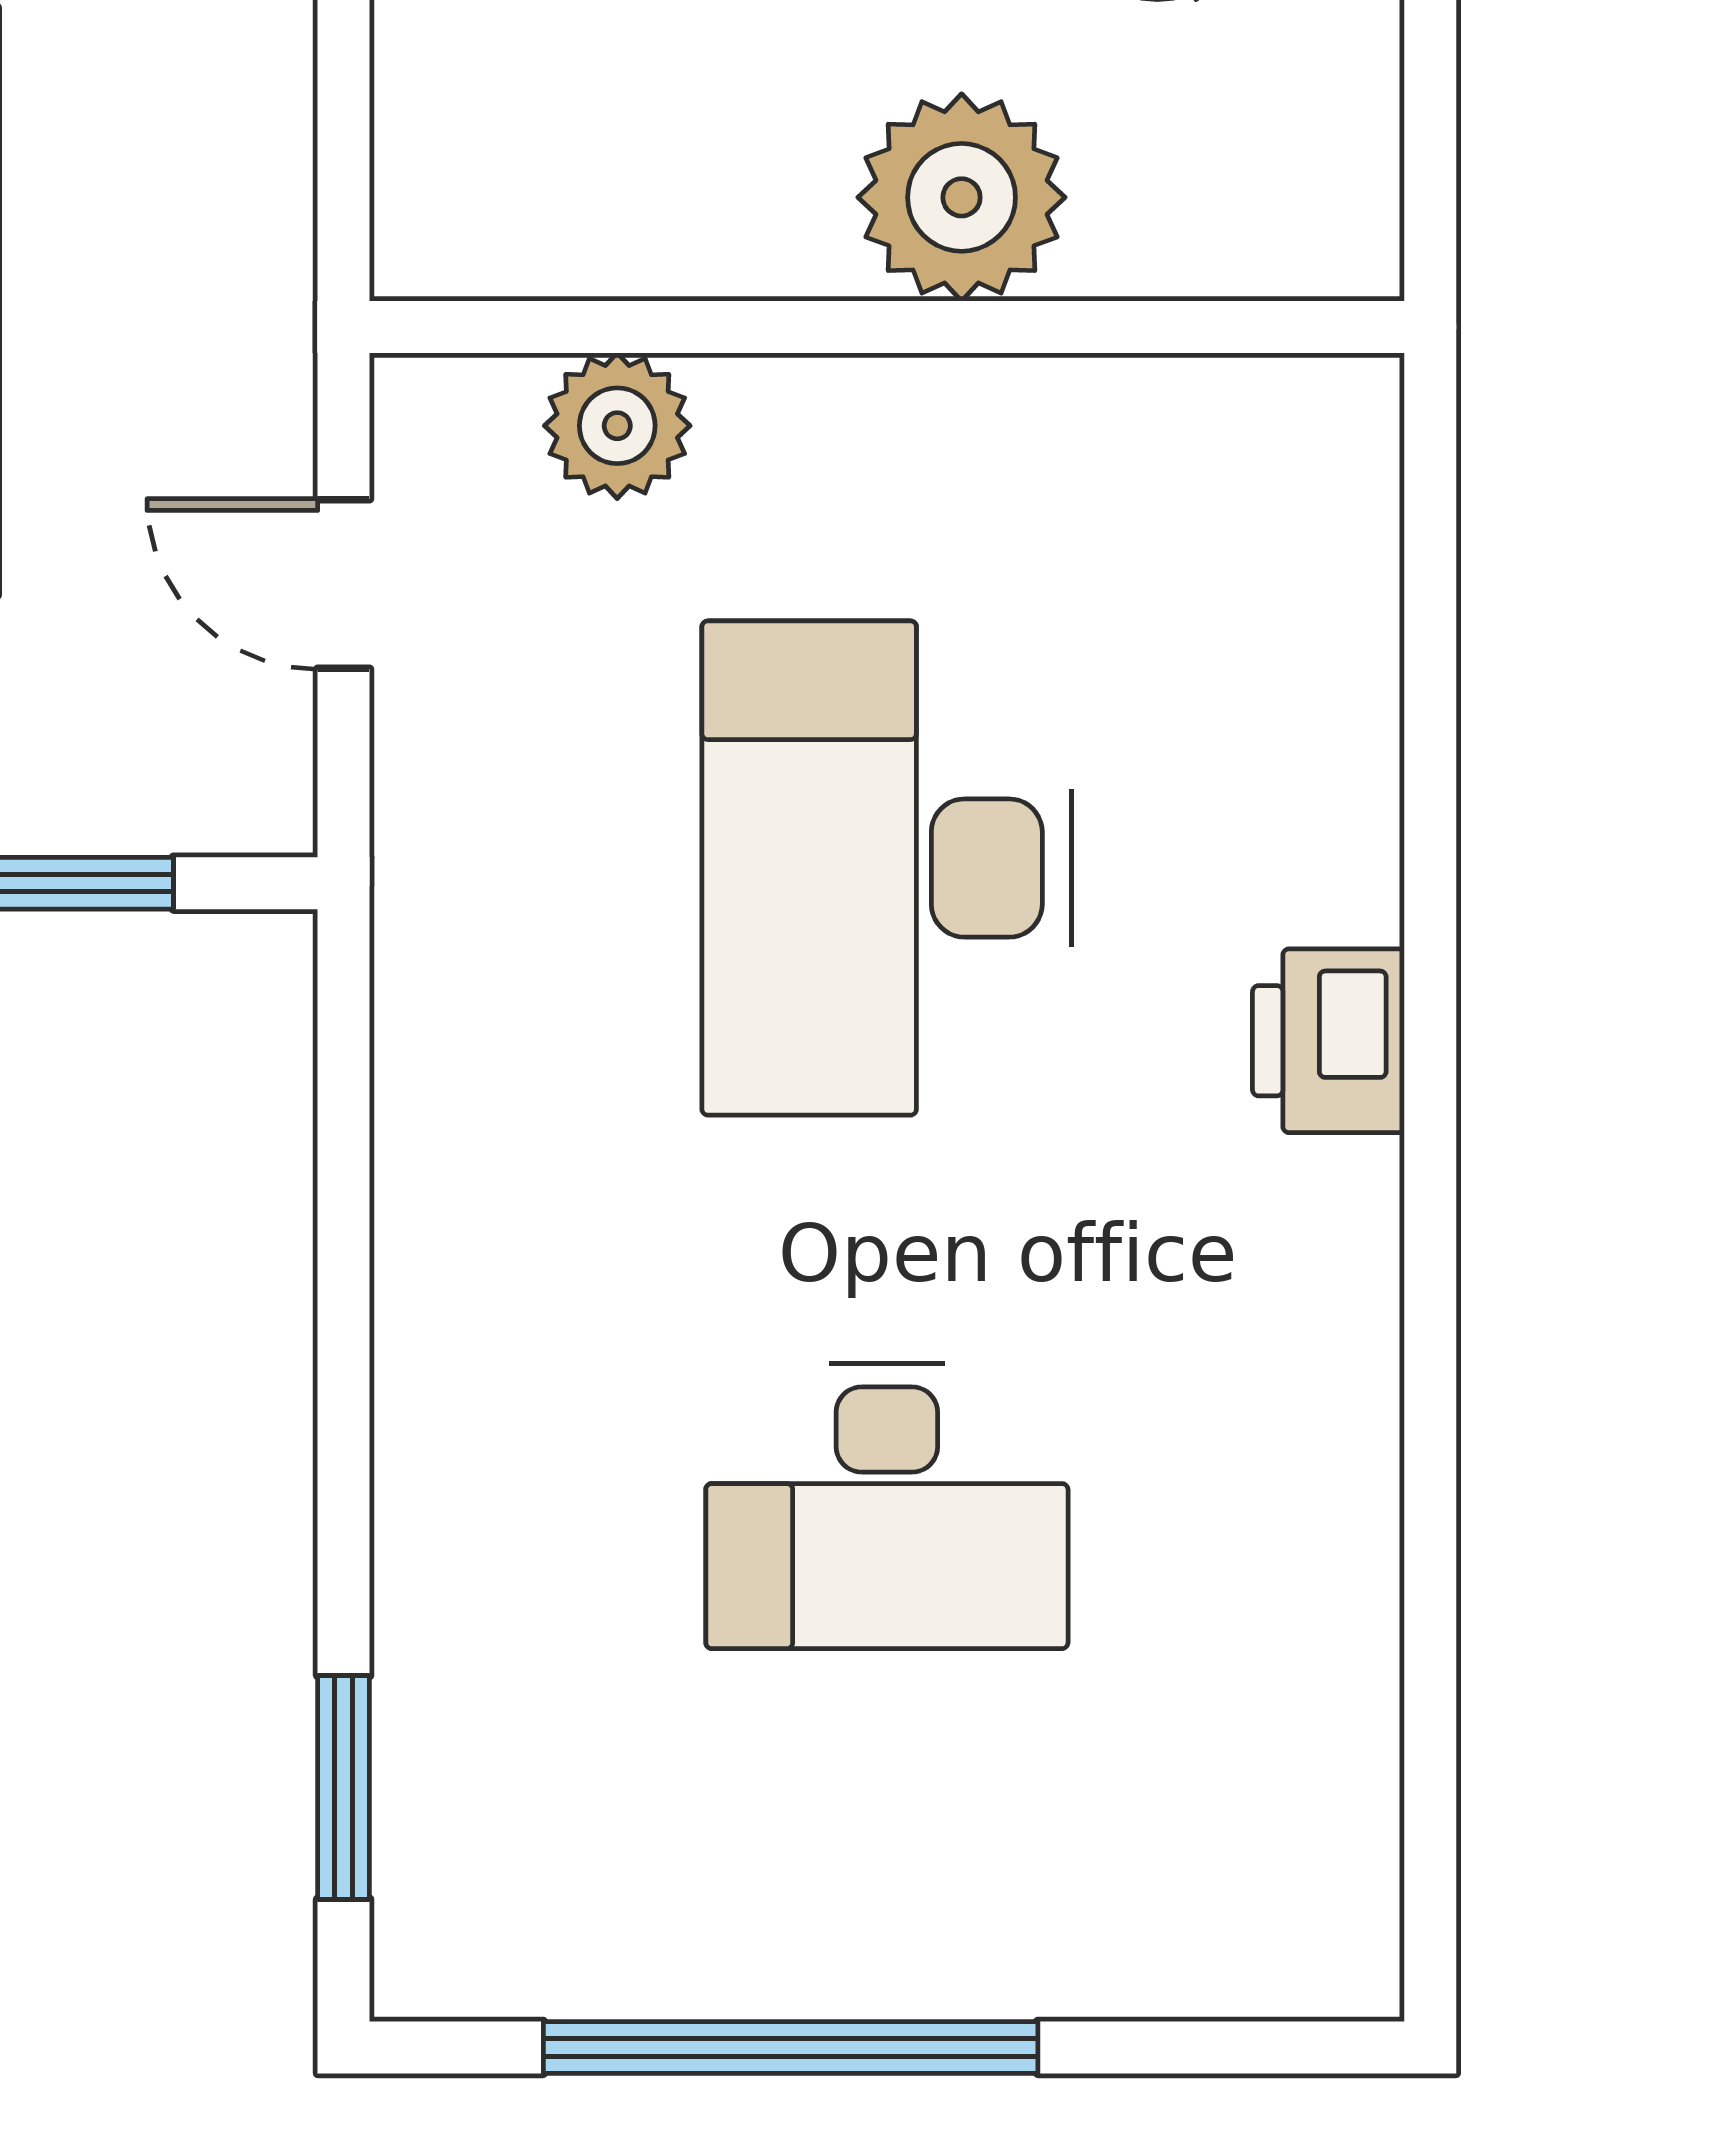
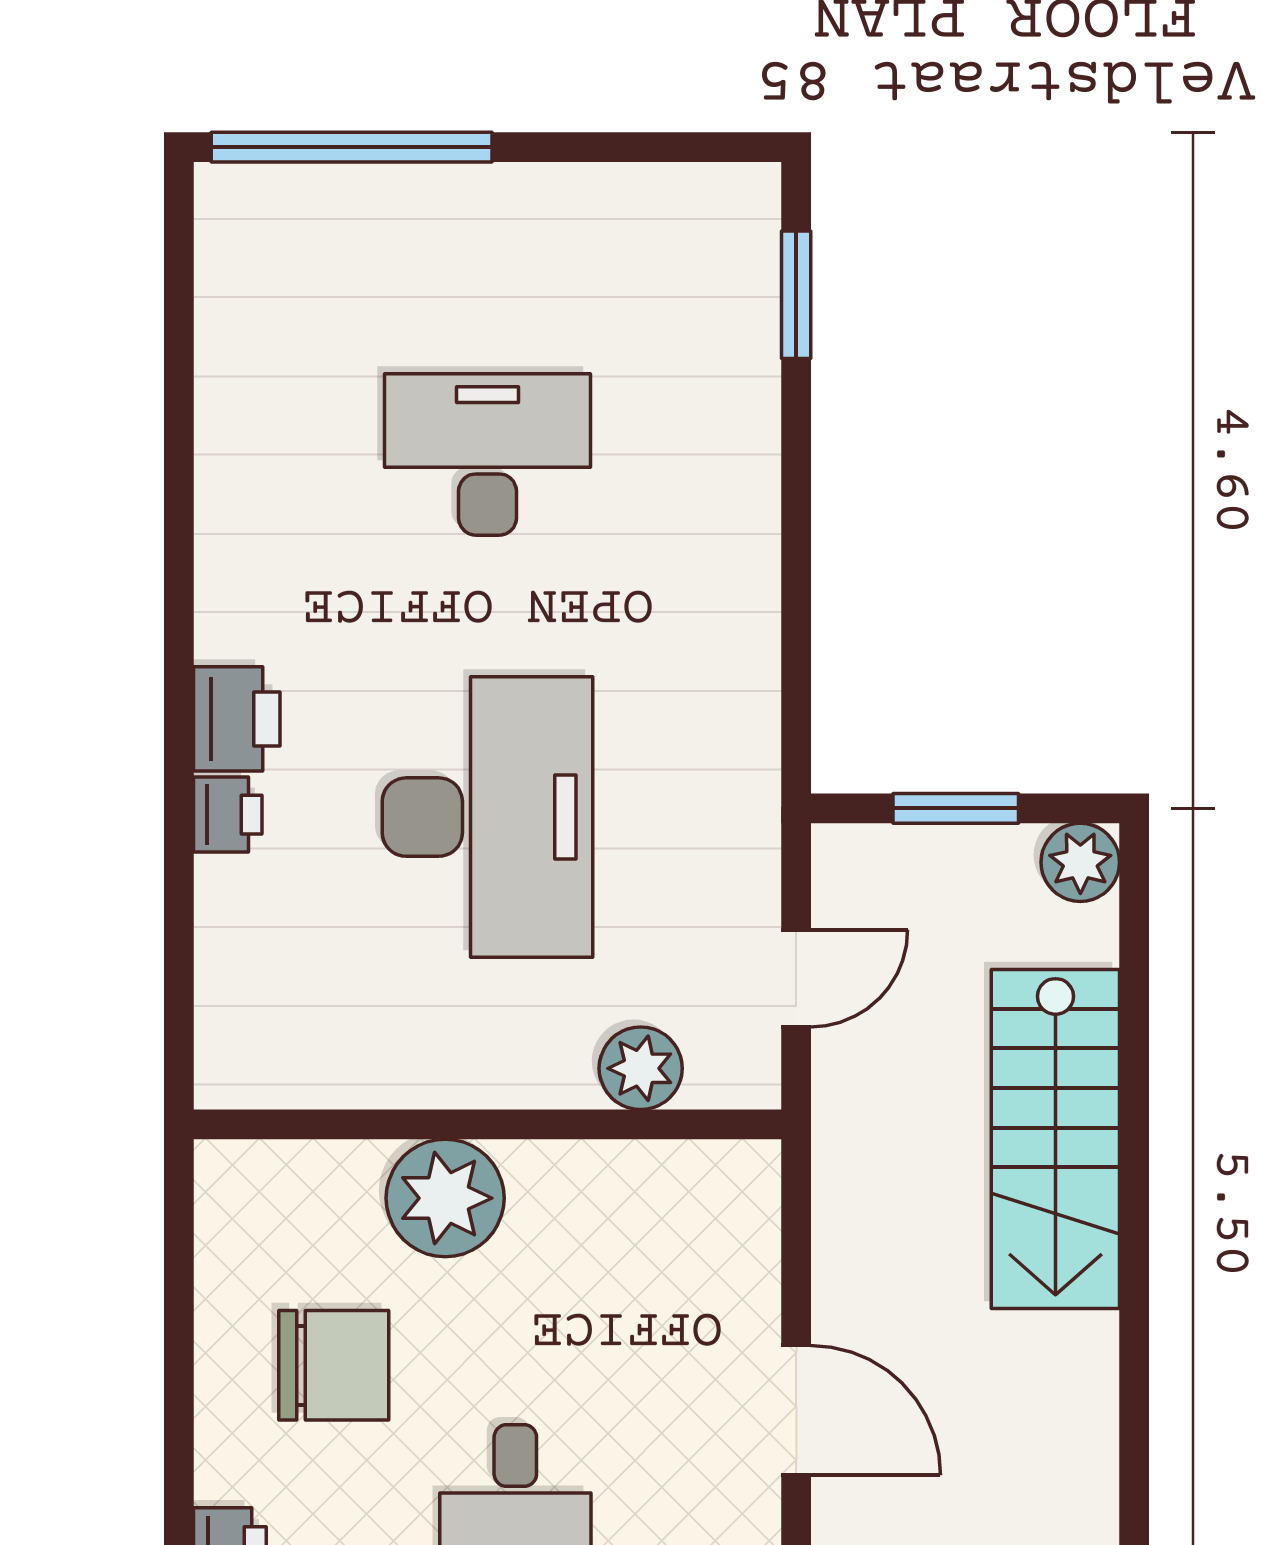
door: (344, 584) -> (796, 978), hinge flipped
printer: (1344, 872) -> (228, 815), added
window: (791, 2047) -> (352, 147), moved

